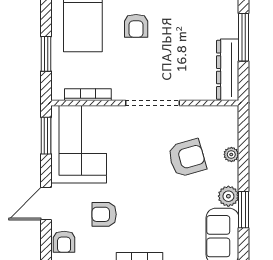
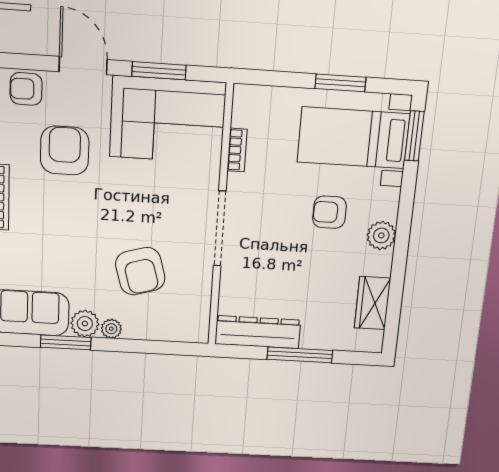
window: (46, 54) -> (341, 83), moved
bookcase: (88, 95) -> (237, 150), width x0.64
window: (46, 136) -> (159, 71), moved
plant: (231, 154) -> (111, 329), moved
armchair: (104, 214) -> (65, 151), width x1.38, depth x1.38

